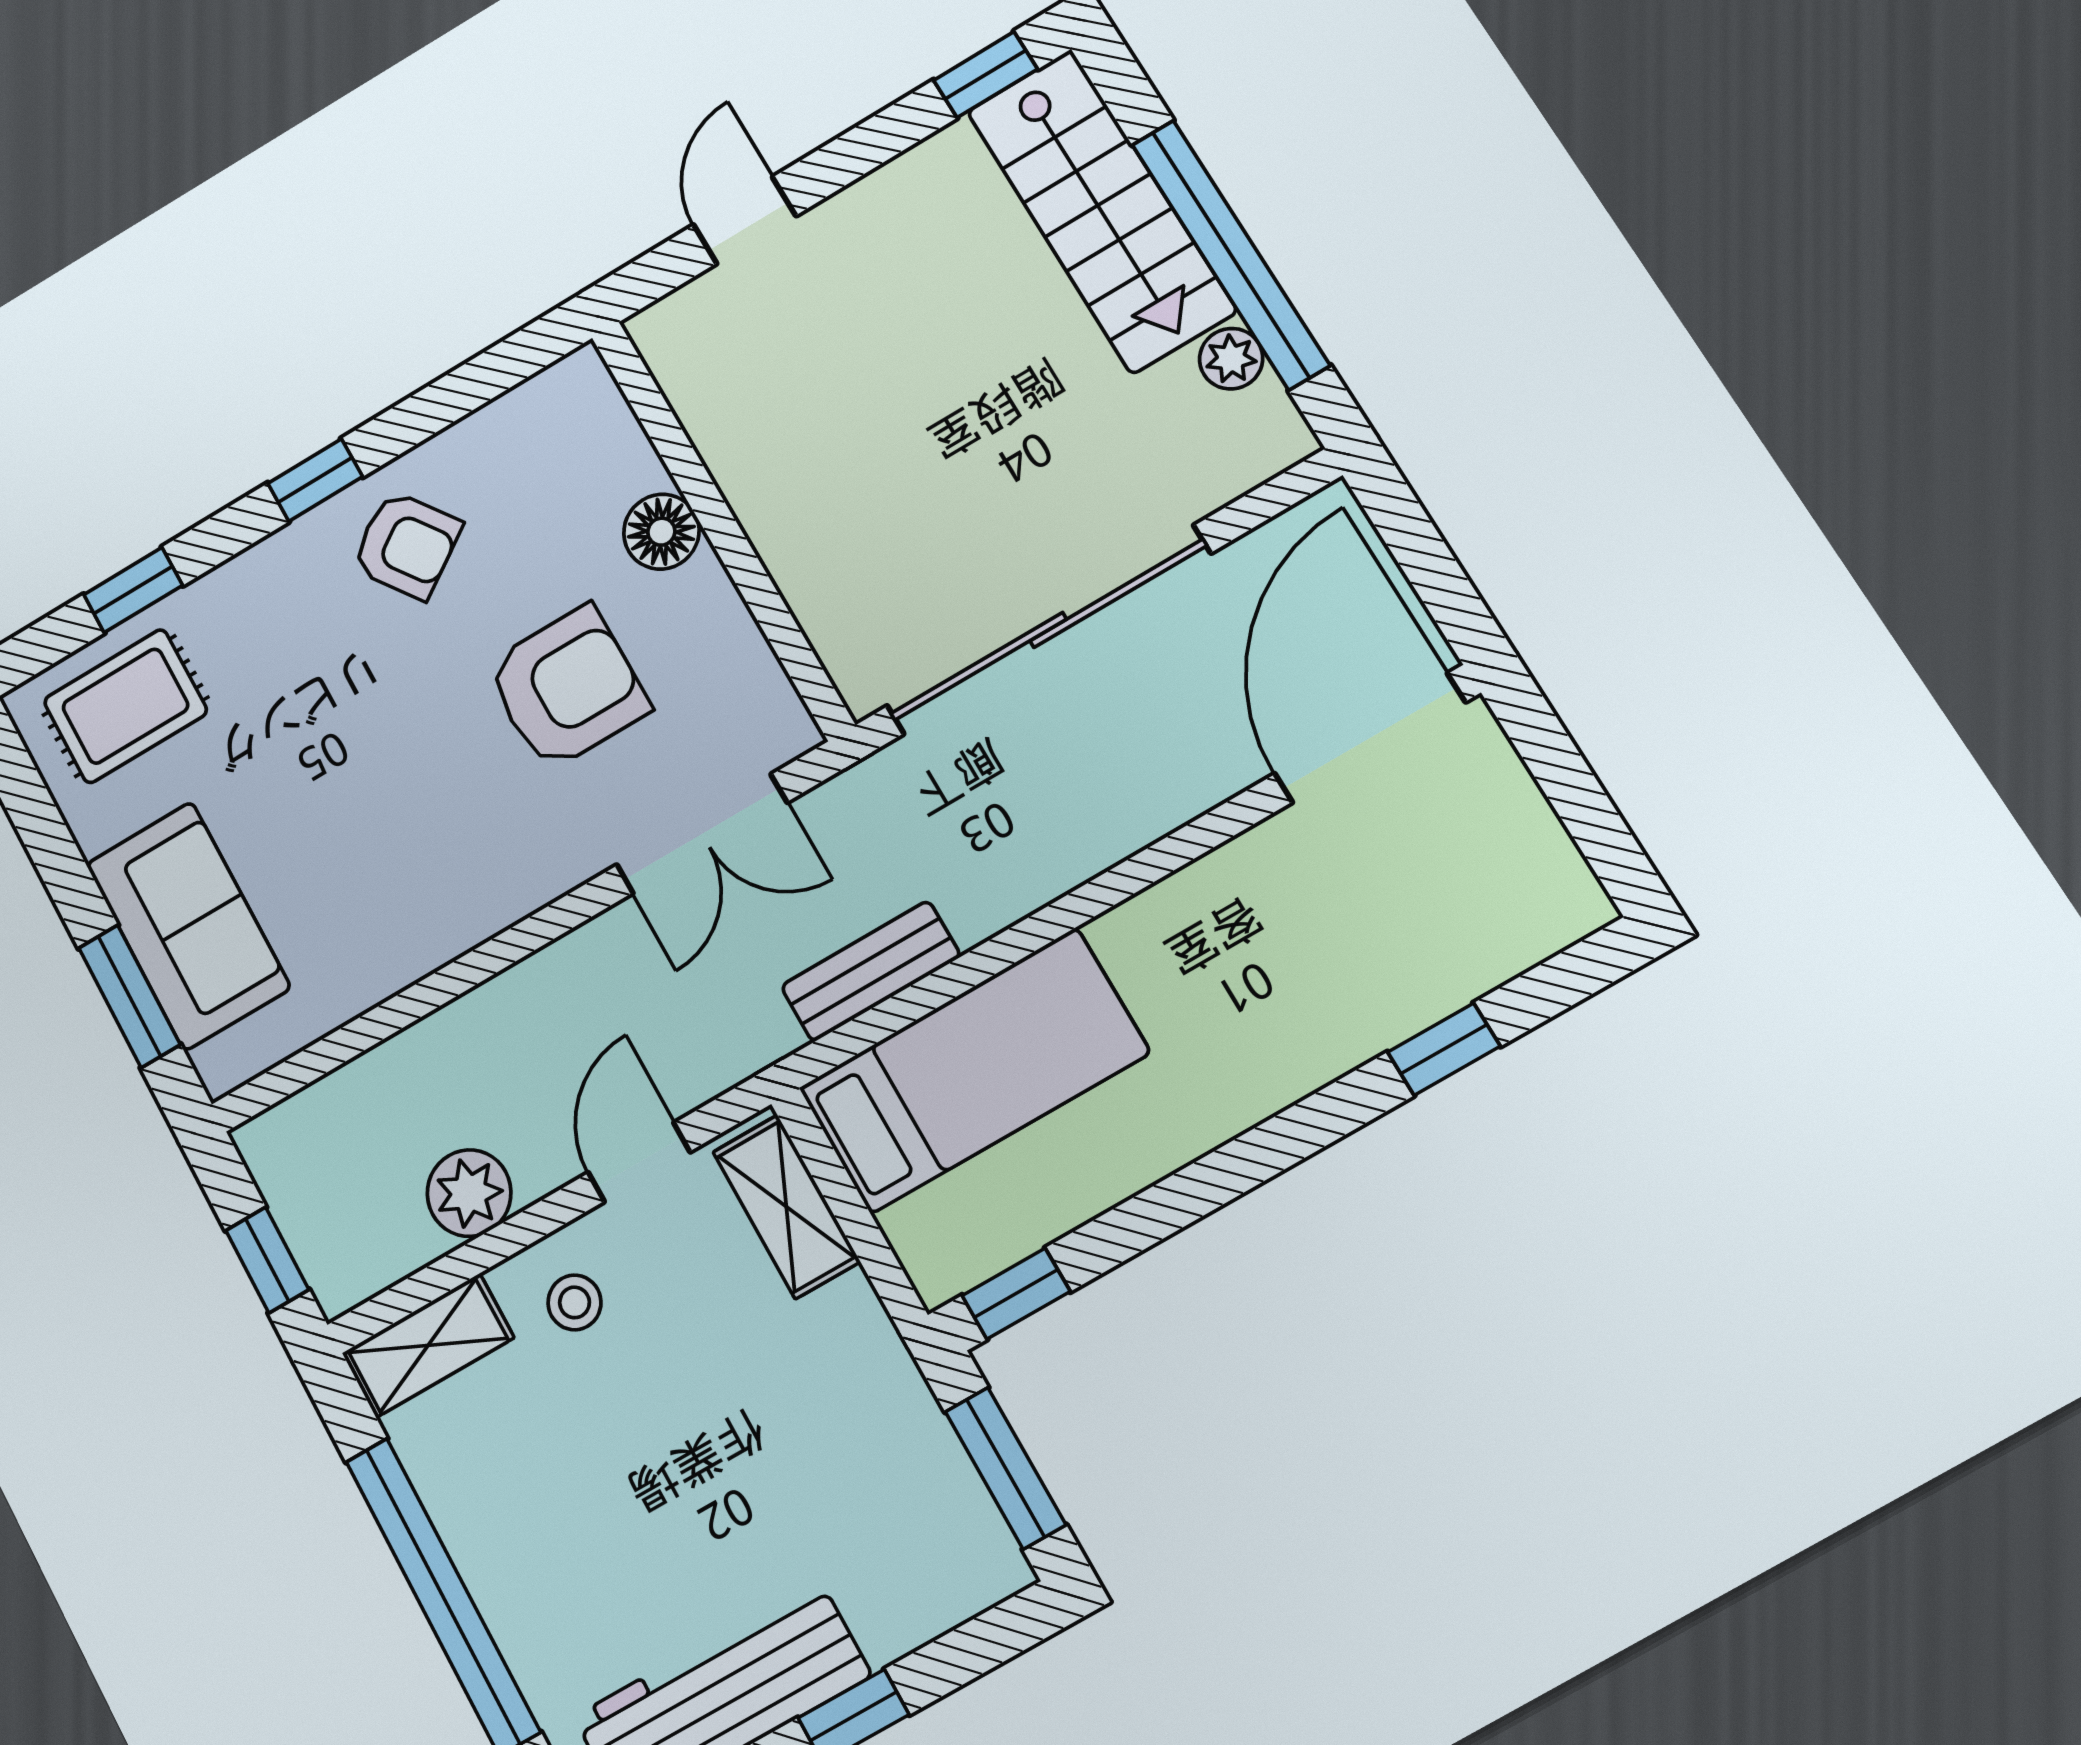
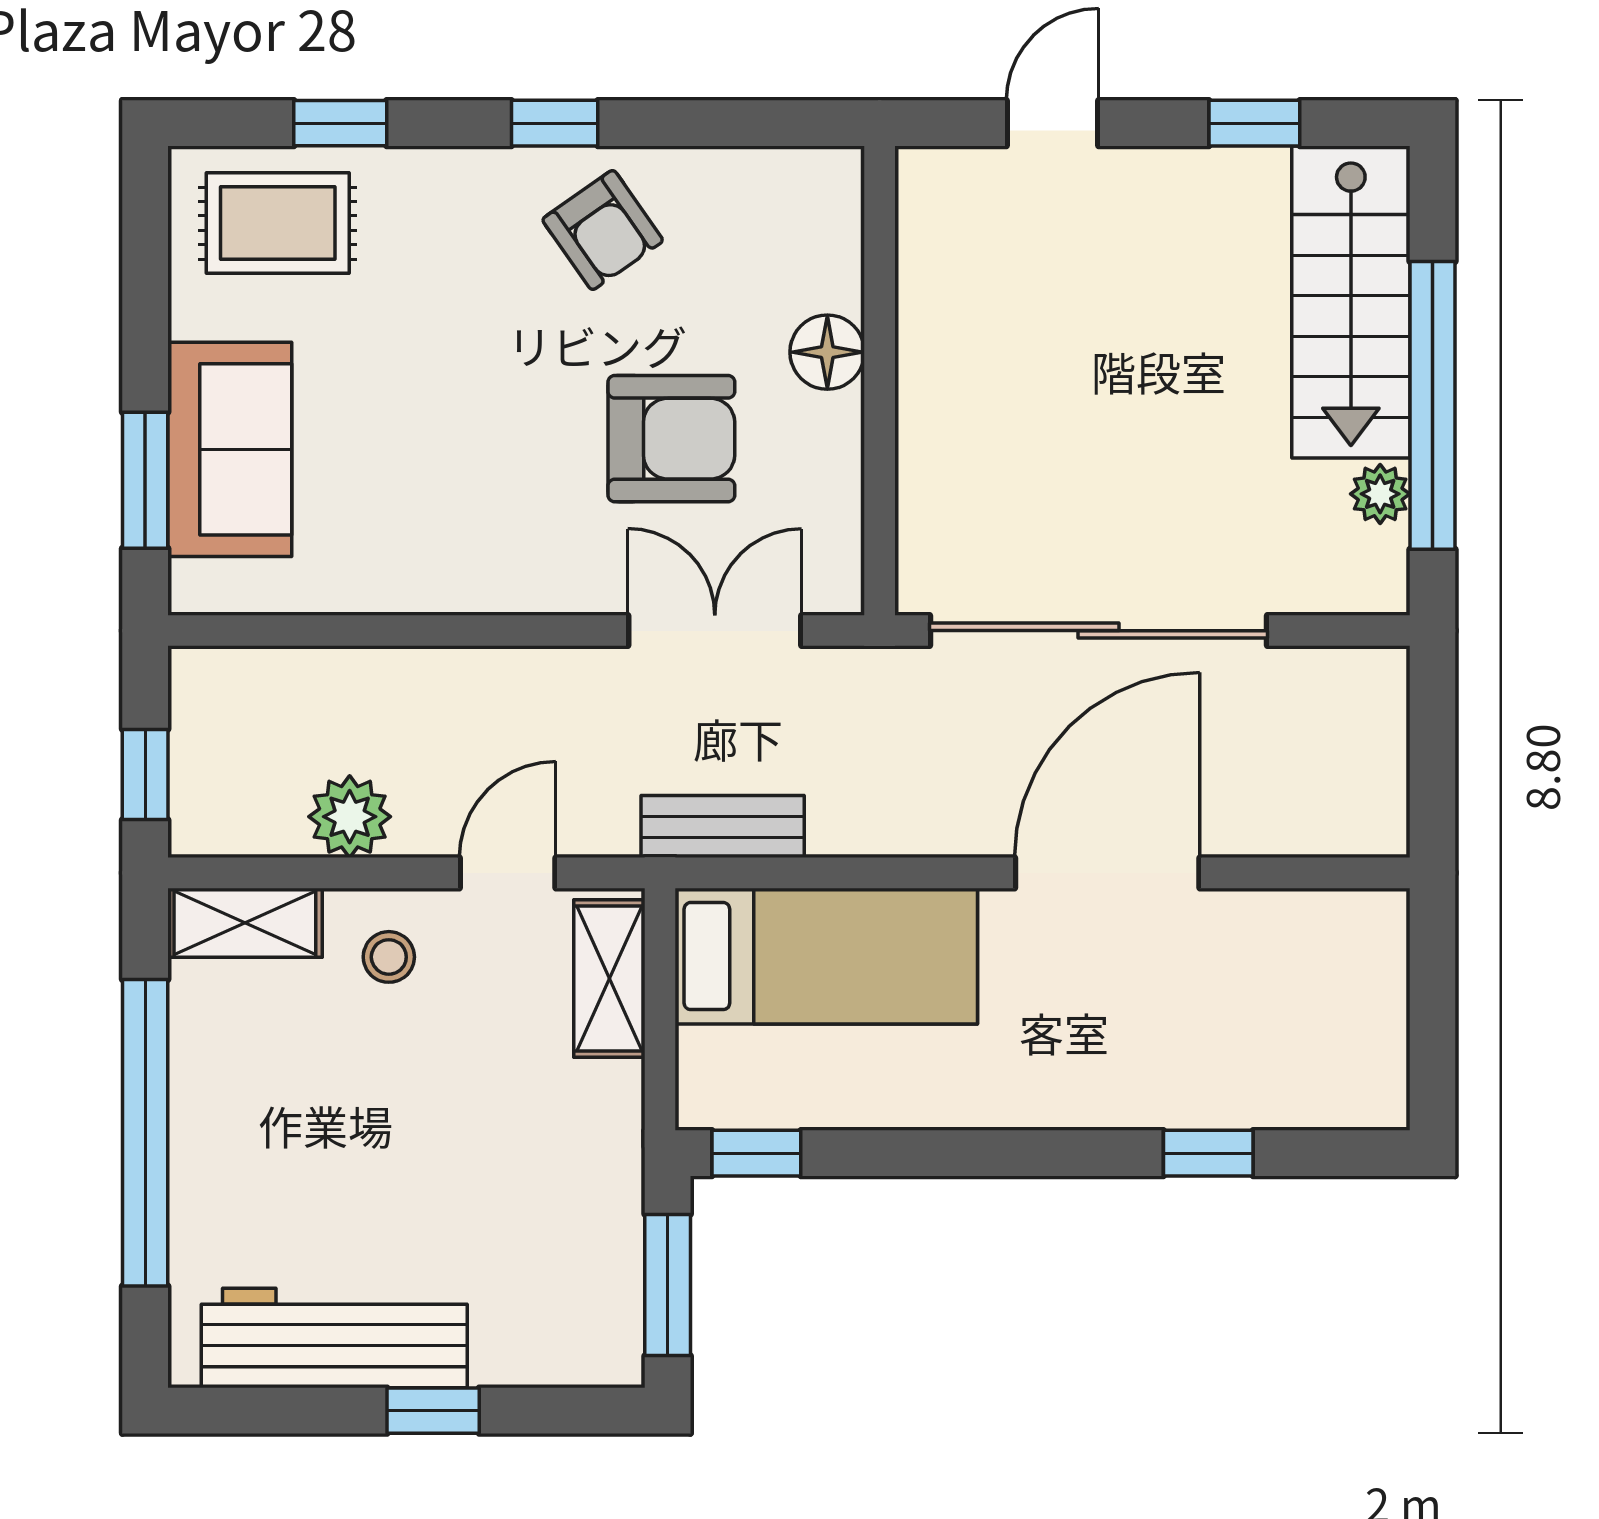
window: (985, 75) -> (1254, 123), moved
door: (1370, 738) -> (1107, 873), moved
double door: (702, 834) -> (715, 631), swing flipped
bench: (871, 971) -> (723, 827), moved

